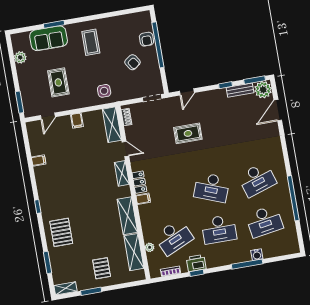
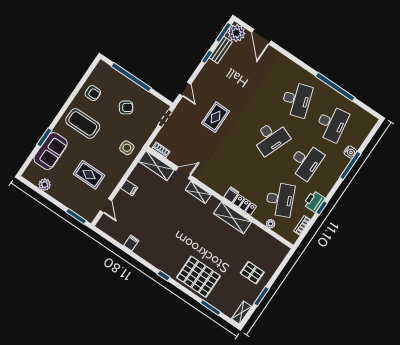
armchair: (146, 39) -> (93, 93), moved
coffee table: (91, 42) -> (83, 123), width x1.36, depth x1.32
locker: (139, 182) -> (245, 205), moved
pallet: (61, 232) -> (198, 277), width x1.37, depth x1.41
shelving: (134, 252) -> (263, 238), removed

